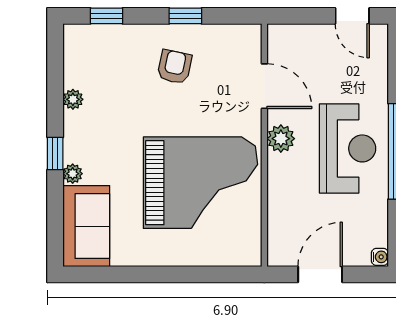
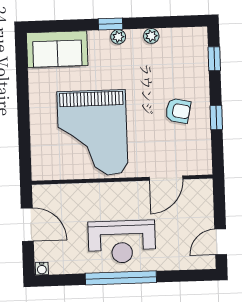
plant: (281, 139) -> (127, 192), removed
plant: (73, 174) -> (118, 37), moved

